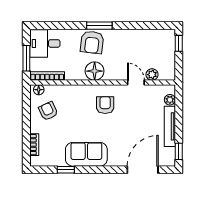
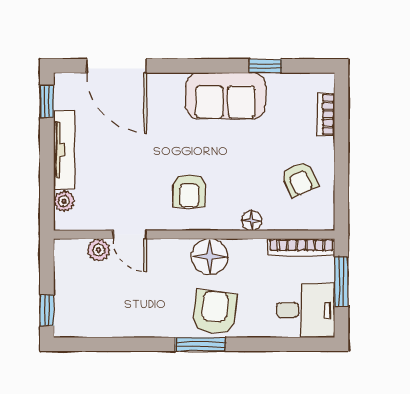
floor lamp: (39, 90) -> (252, 221), moved
door: (143, 170) -> (116, 66), hinge flipped

